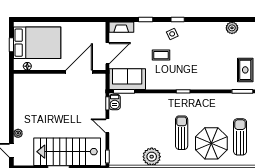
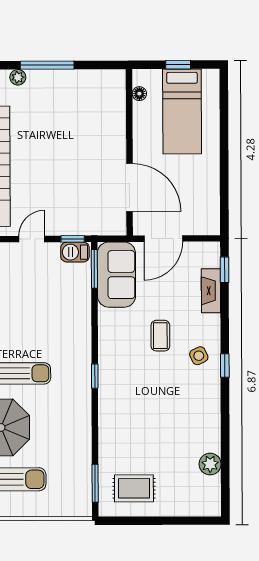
window: (146, 20) -> (224, 270), moved
fireplace: (121, 27) -> (211, 291), moved
bed: (37, 43) -> (182, 111), width x0.67
door: (107, 53) -> (163, 239), hinge flipped
window: (11, 117) -> (47, 65), added

